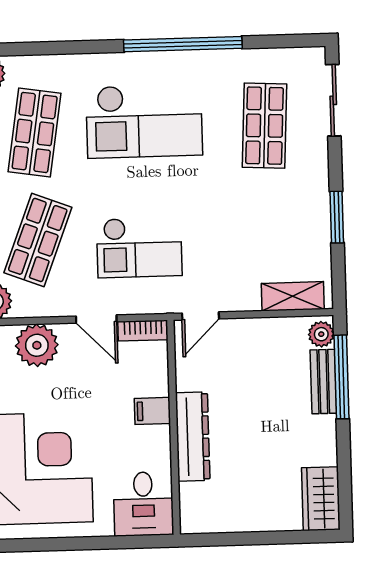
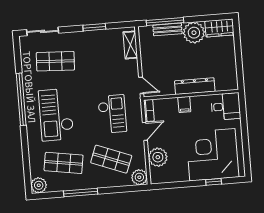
checkout: (144, 121) -> (56, 115), turned 180
plant: (321, 334) -> (194, 33), moved, width x1.87, depth x1.87

